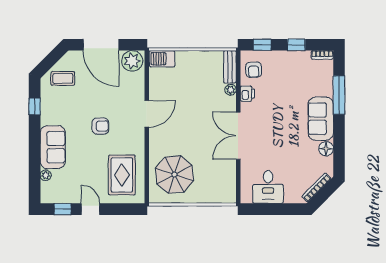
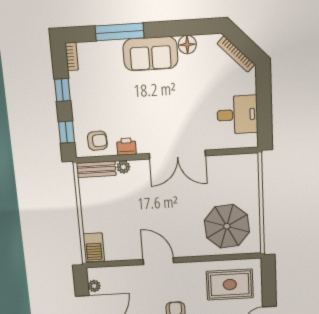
plant: (132, 61) -> (94, 286), width x0.53, depth x0.53

